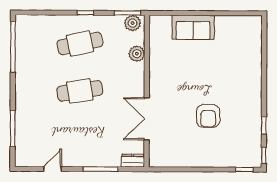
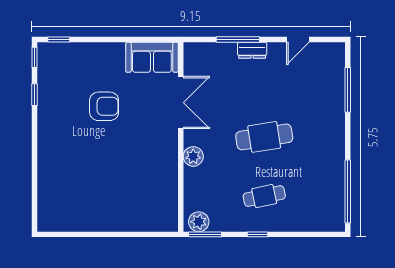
sofa: (193, 27) -> (152, 57), moved, turned 180
cafe table: (80, 43) -> (264, 196), width x0.73, depth x0.74
plant: (137, 54) -> (193, 156), moved
armchair: (208, 116) -> (104, 106), turned 90
dresser: (133, 161) -> (252, 50), moved

